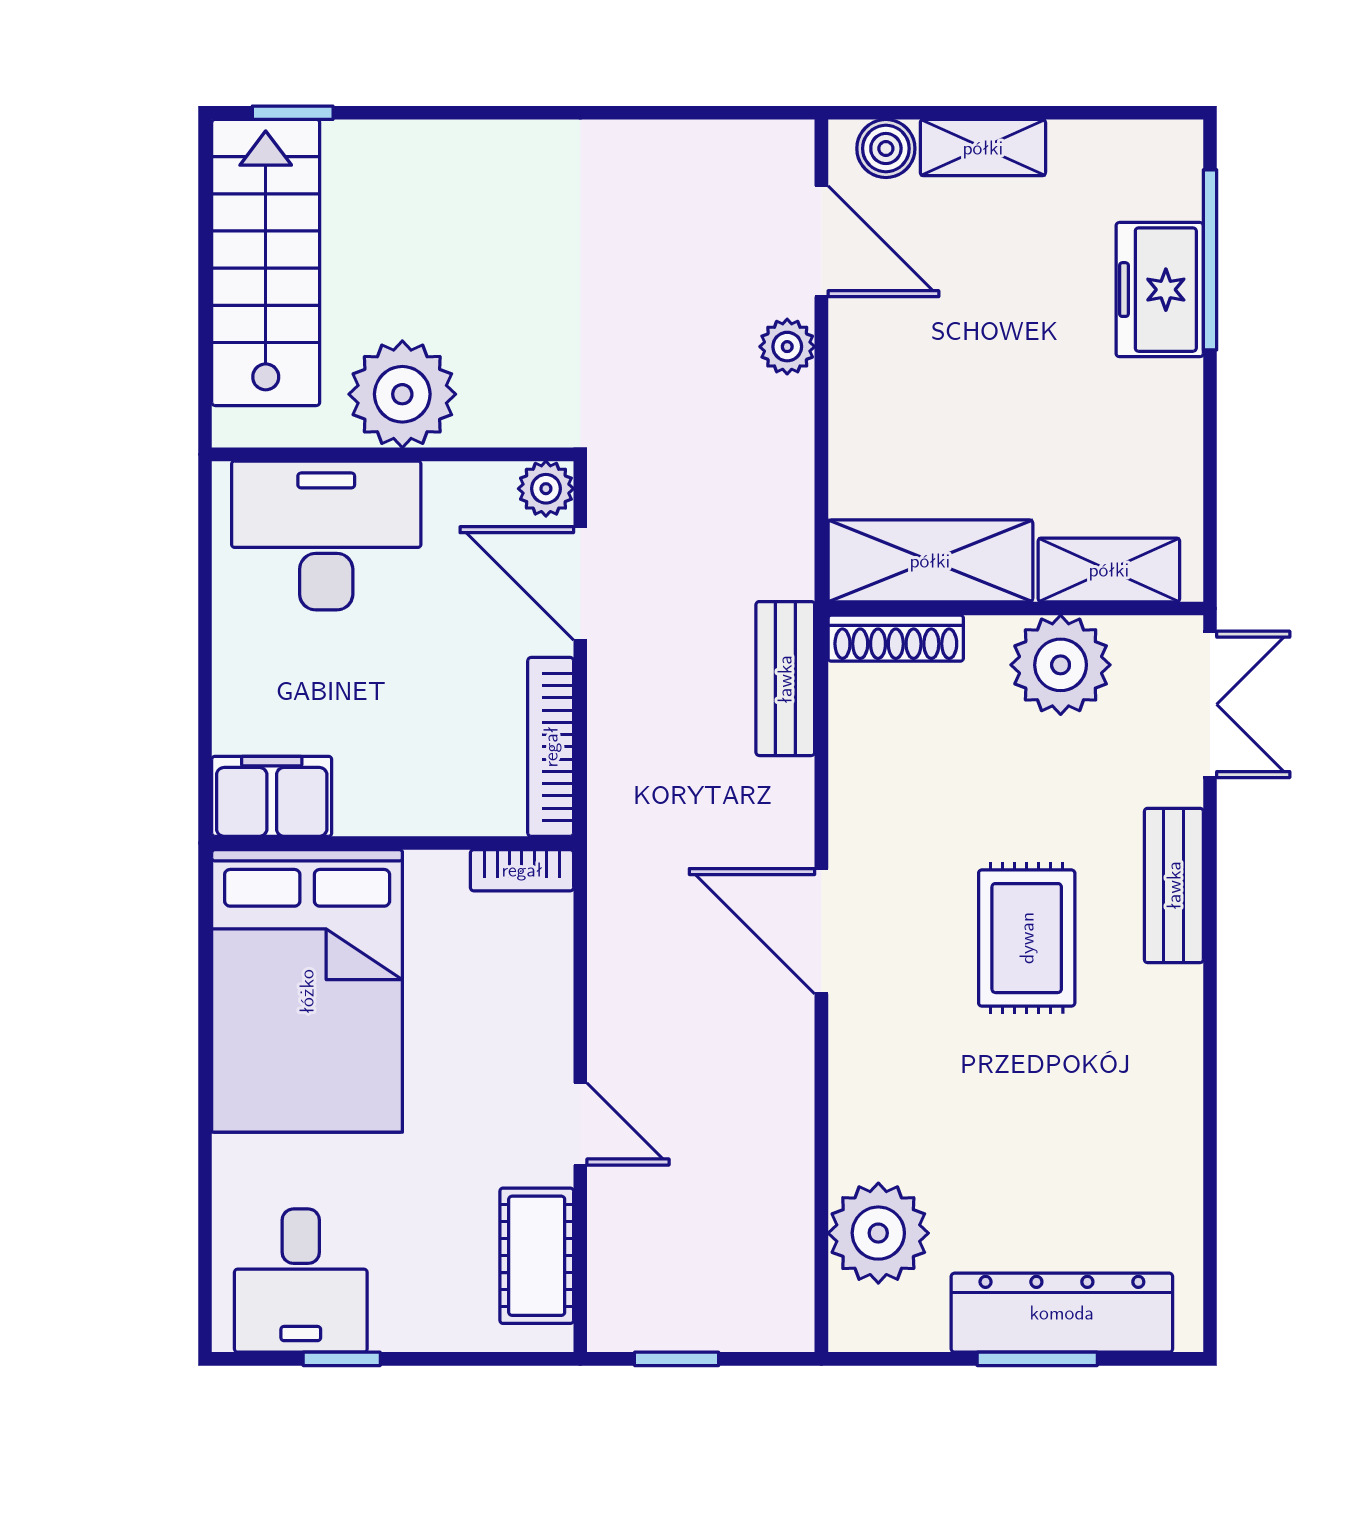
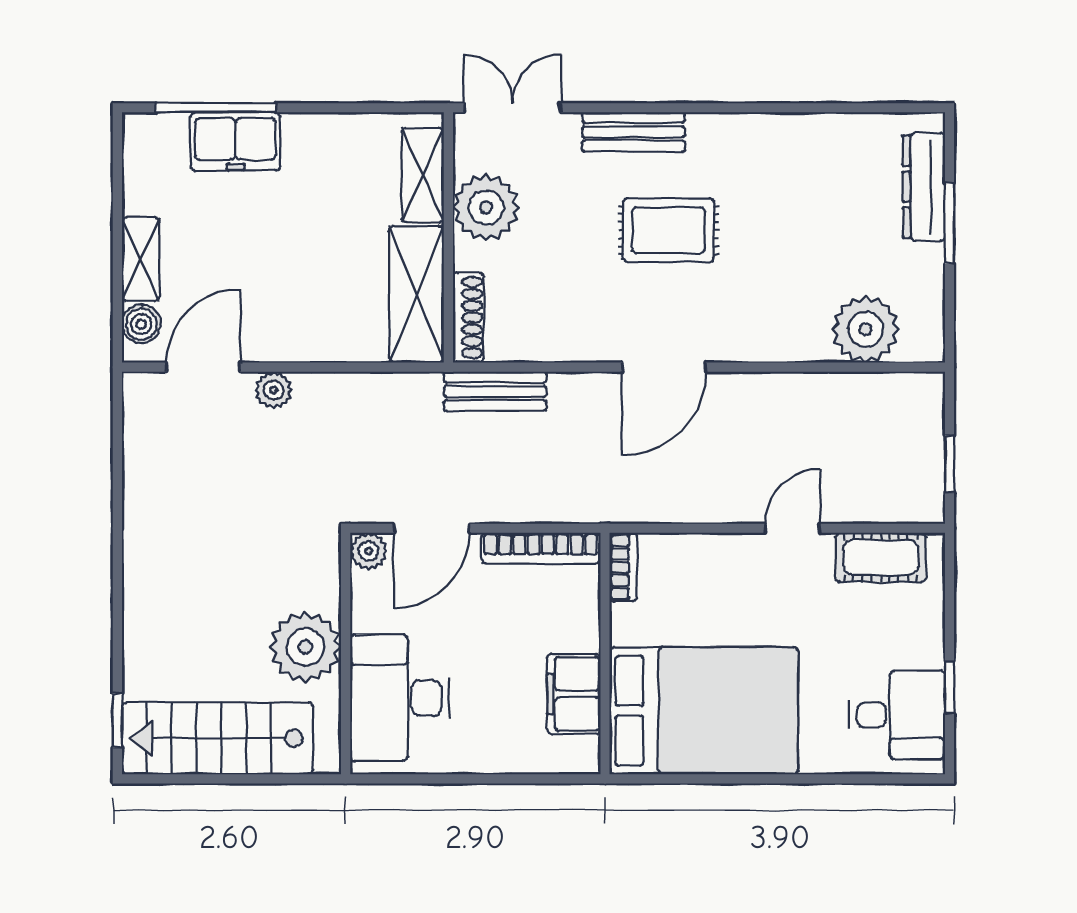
filing cabinet: (272, 796) -> (574, 694), moved
dresser: (1062, 1313) -> (924, 187), width x0.73, depth x0.80

